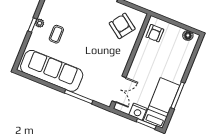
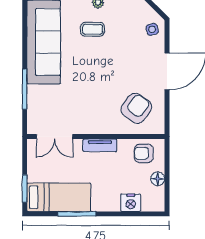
floor lamp: (188, 35) -> (158, 179), moved
tv unit: (137, 61) -> (100, 145), added
nightstand: (138, 112) -> (131, 203), moved, turned -90

